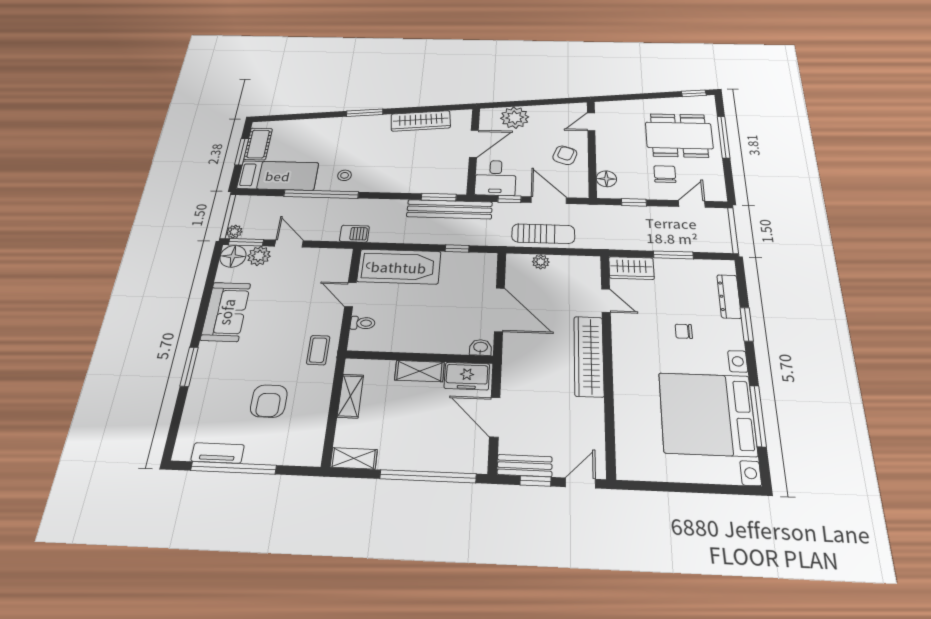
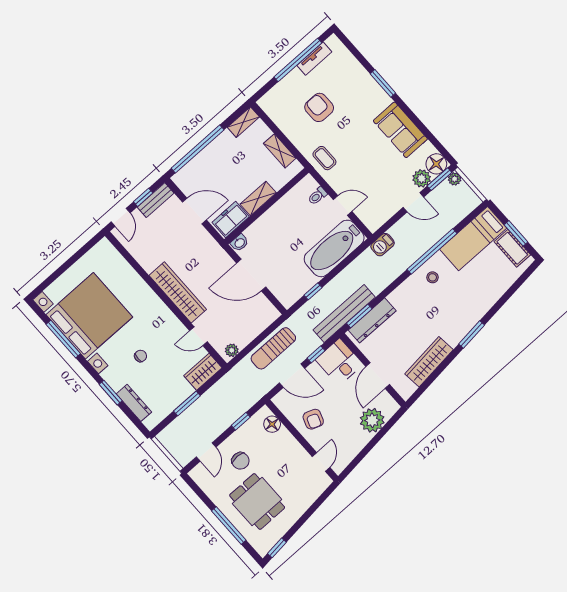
dining table: (679, 135) -> (257, 501), width x0.73
dresser: (432, 185) -> (372, 320), added
plant: (541, 262) -> (232, 350), moved

